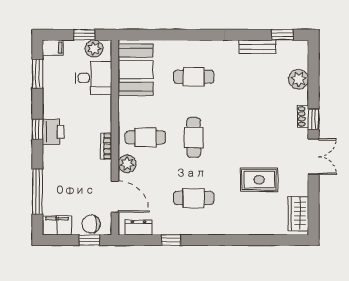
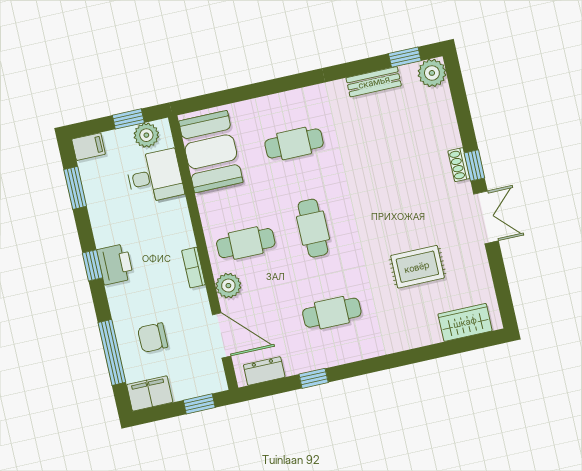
plant: (299, 79) -> (432, 73), moved
wardrobe: (298, 214) -> (465, 322), moved, turned 90
chair: (91, 224) -> (153, 338), moved

